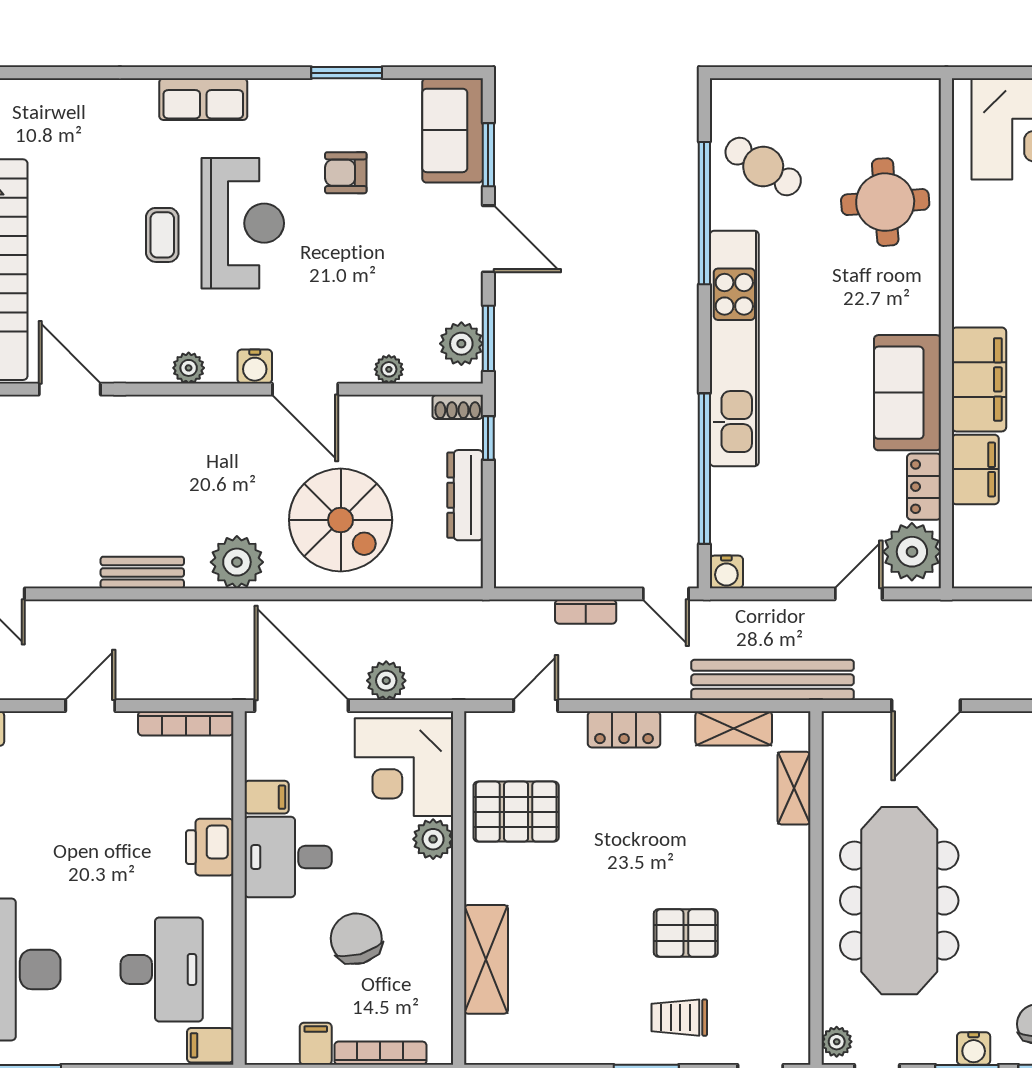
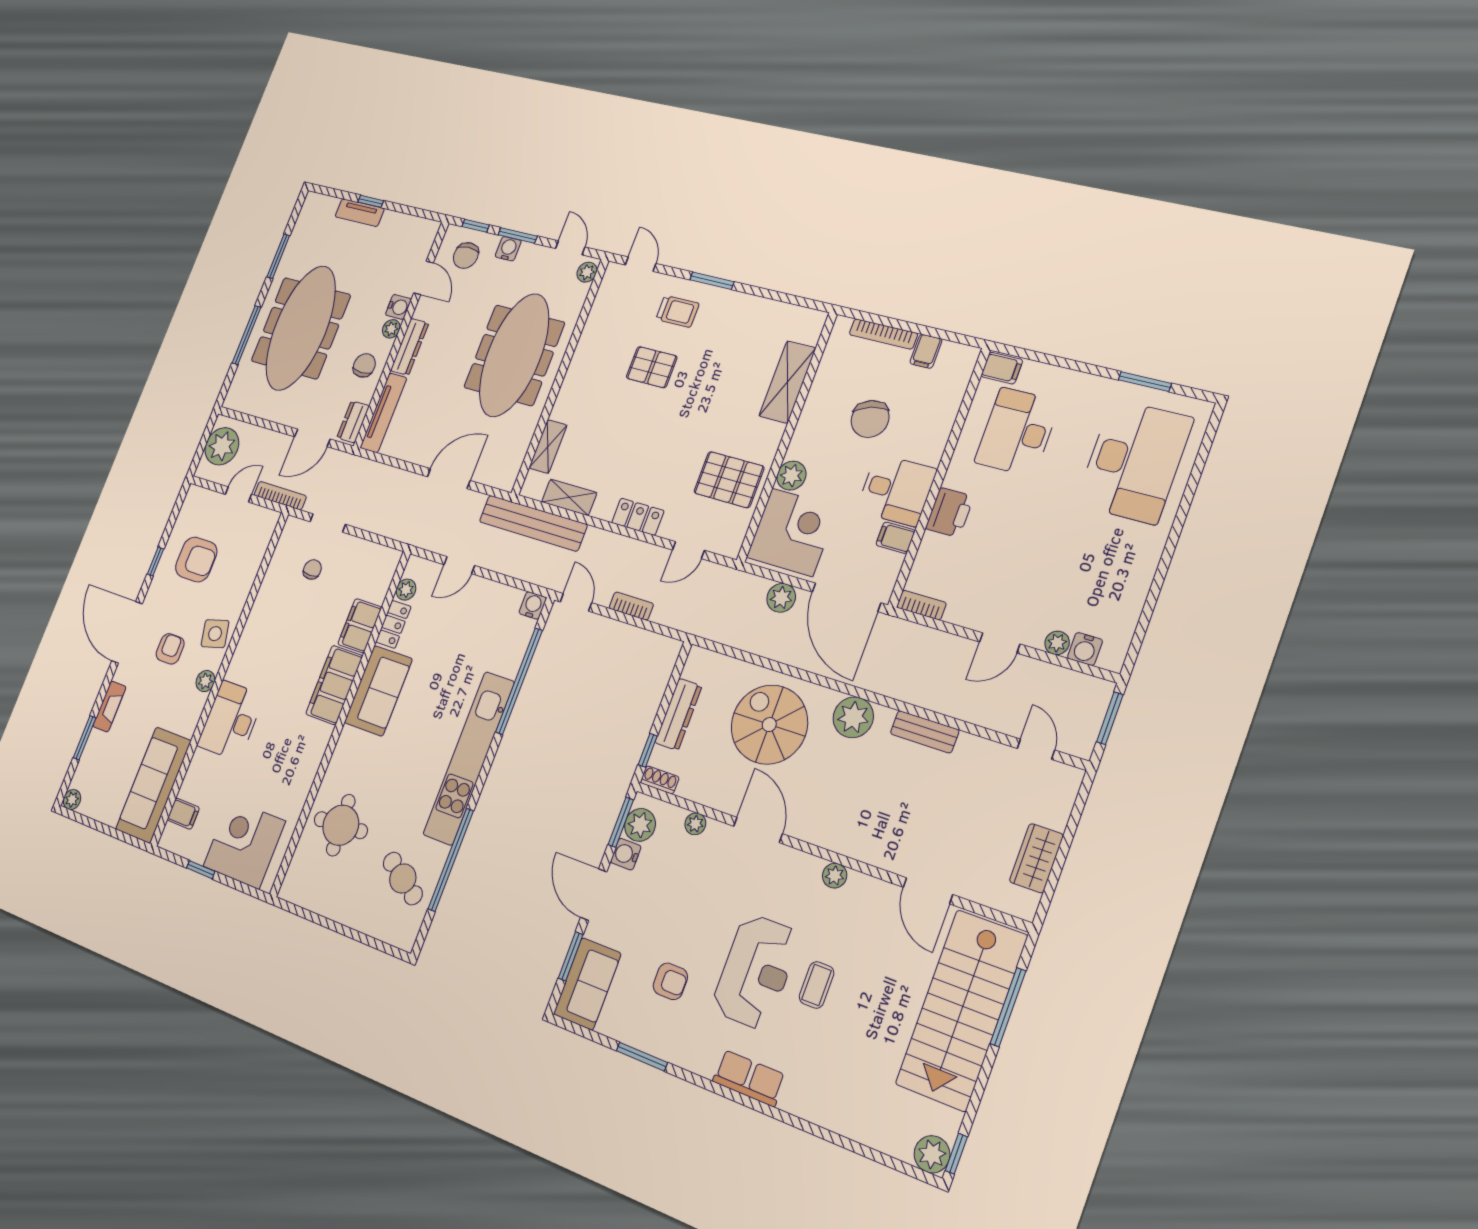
reception desk: (243, 223) -> (756, 971), turned 180
water cooler: (255, 366) -> (626, 854), moved, turned -90
plant: (912, 552) -> (406, 590), width x0.53, depth x0.53
bookcase: (186, 723) -> (921, 605), width x0.64
plant: (22, 726) -> (1057, 643), added

